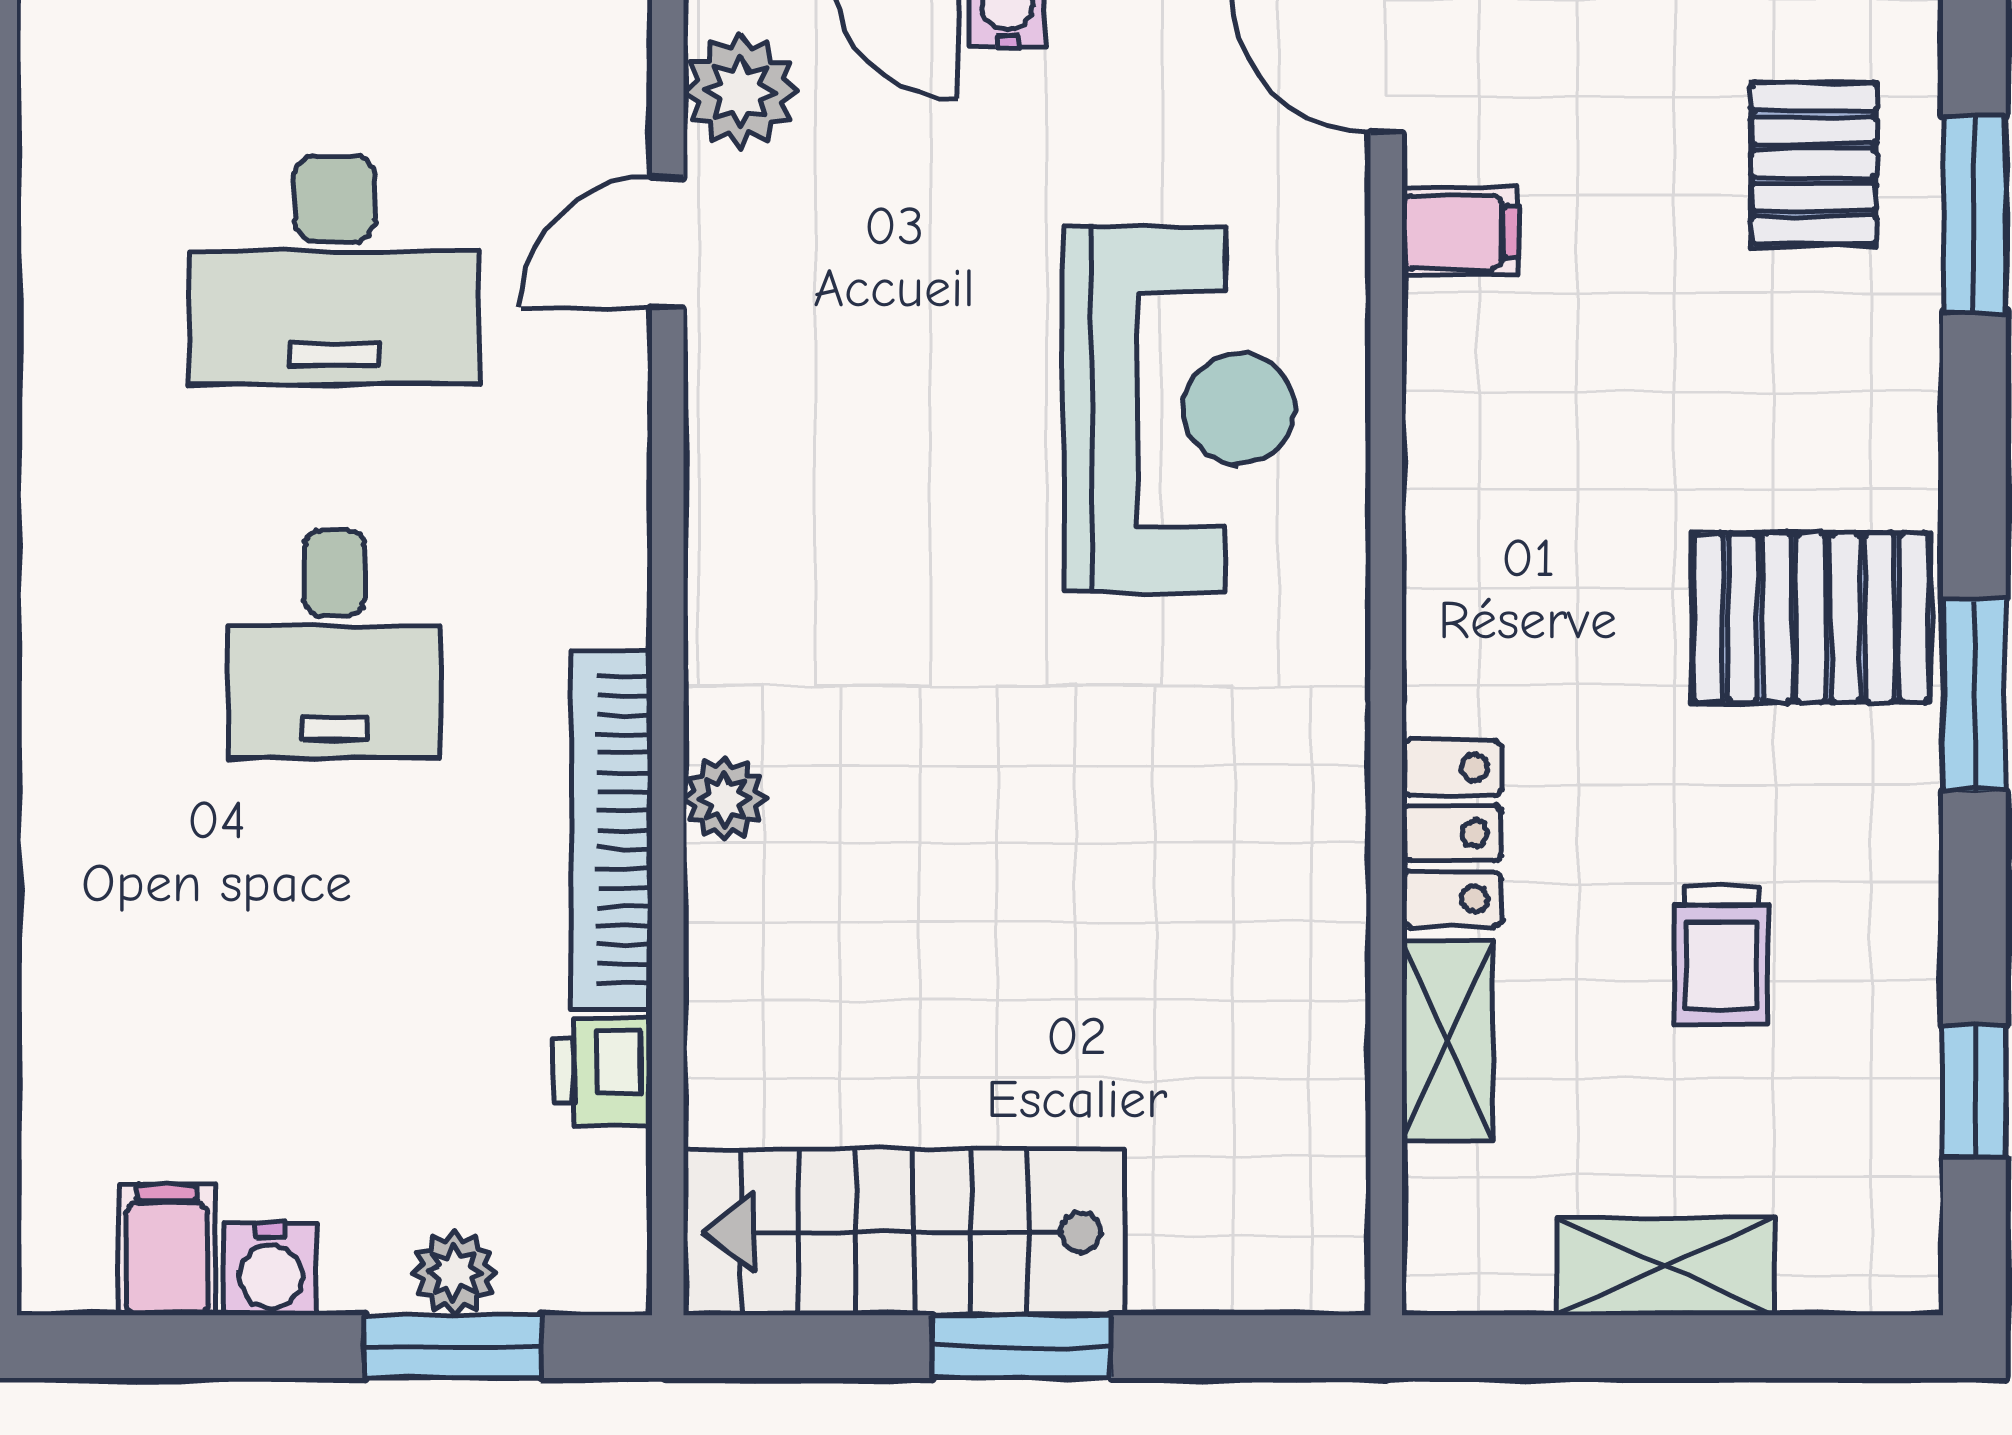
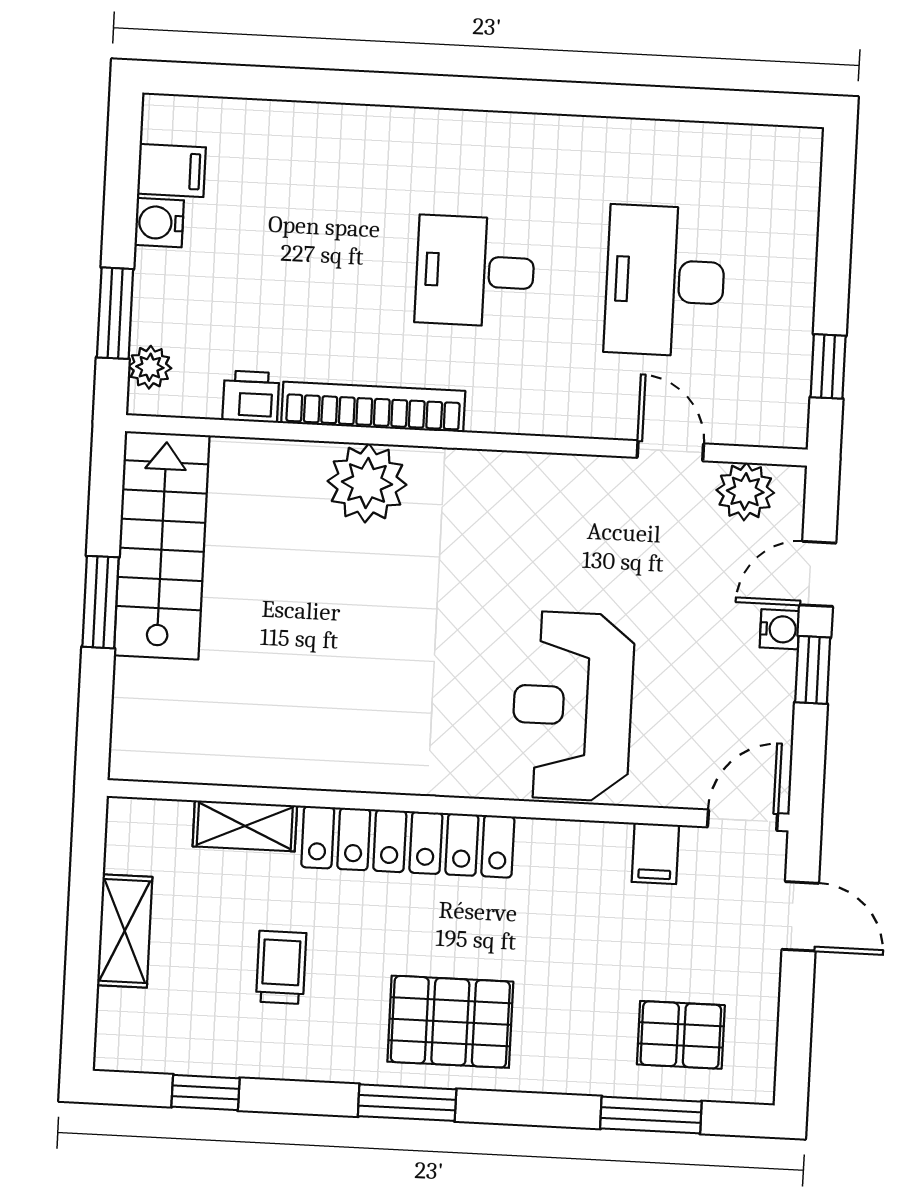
reception desk: (1179, 409) -> (573, 706), turned 90
pallet: (1811, 618) -> (450, 1022), turned 90
plant: (725, 799) -> (367, 483), width x1.88, depth x1.88
locker: (1452, 833) -> (408, 842), width x2.16, depth x1.21
trolley: (1721, 955) -> (281, 967), turned 90
plant: (454, 1273) -> (150, 367), moved

